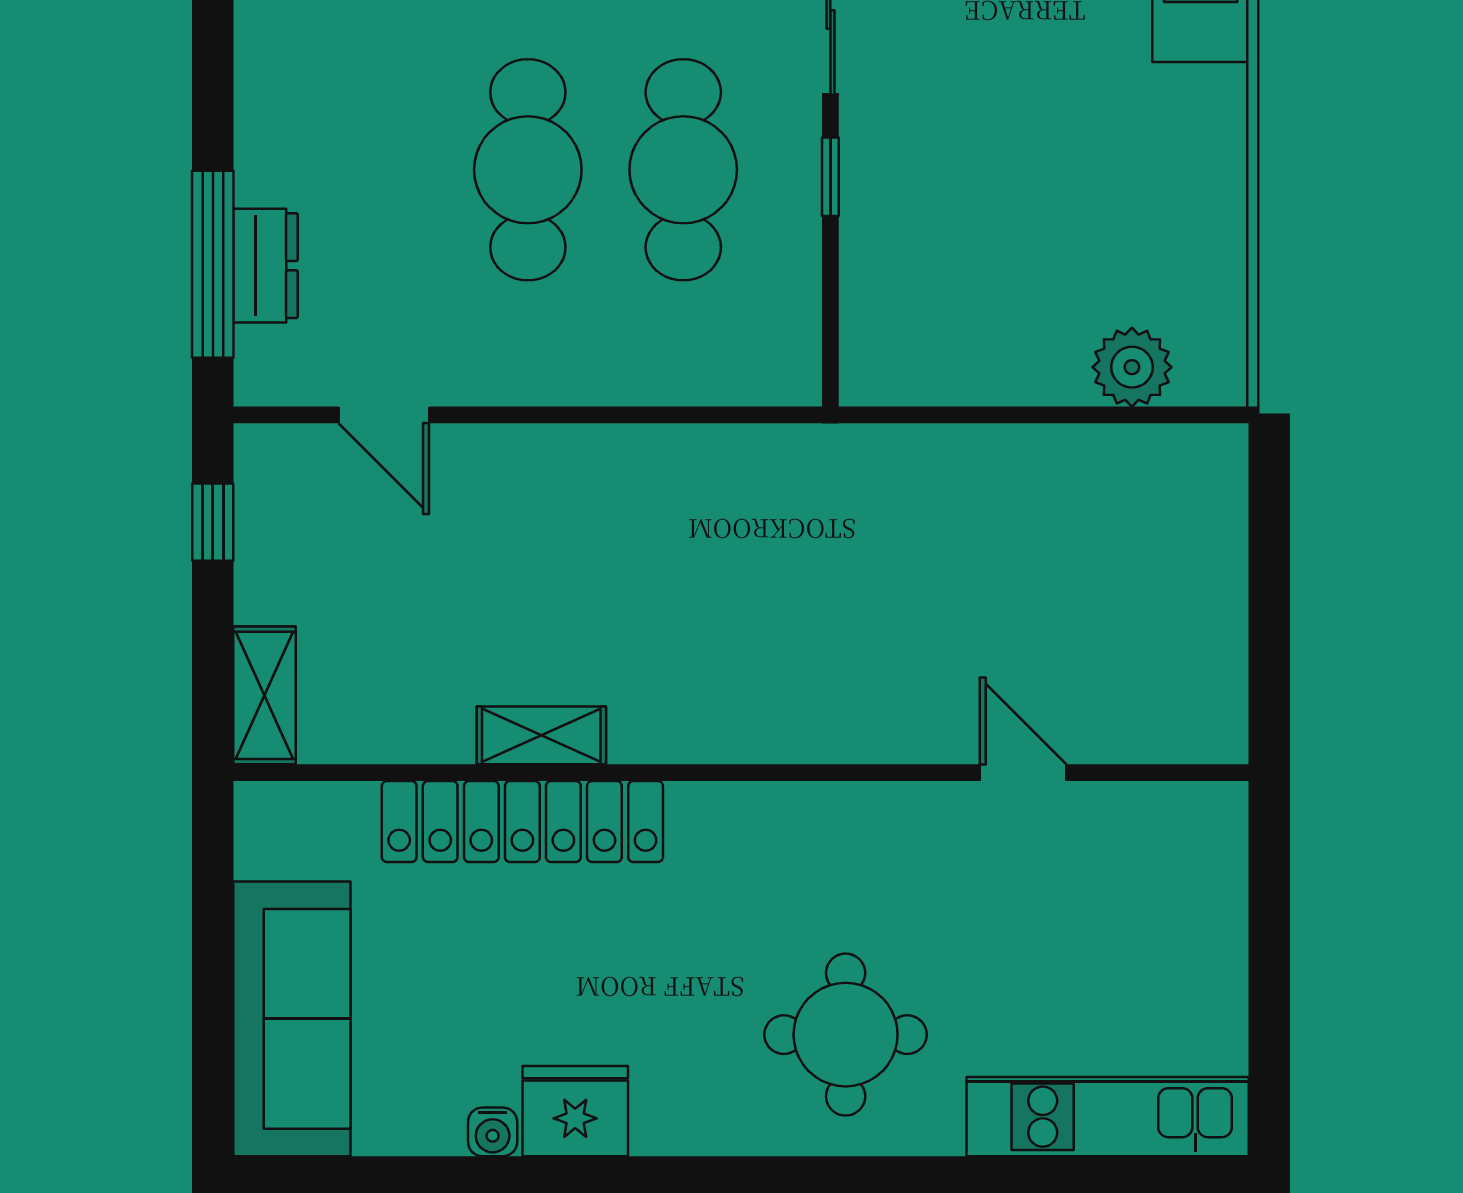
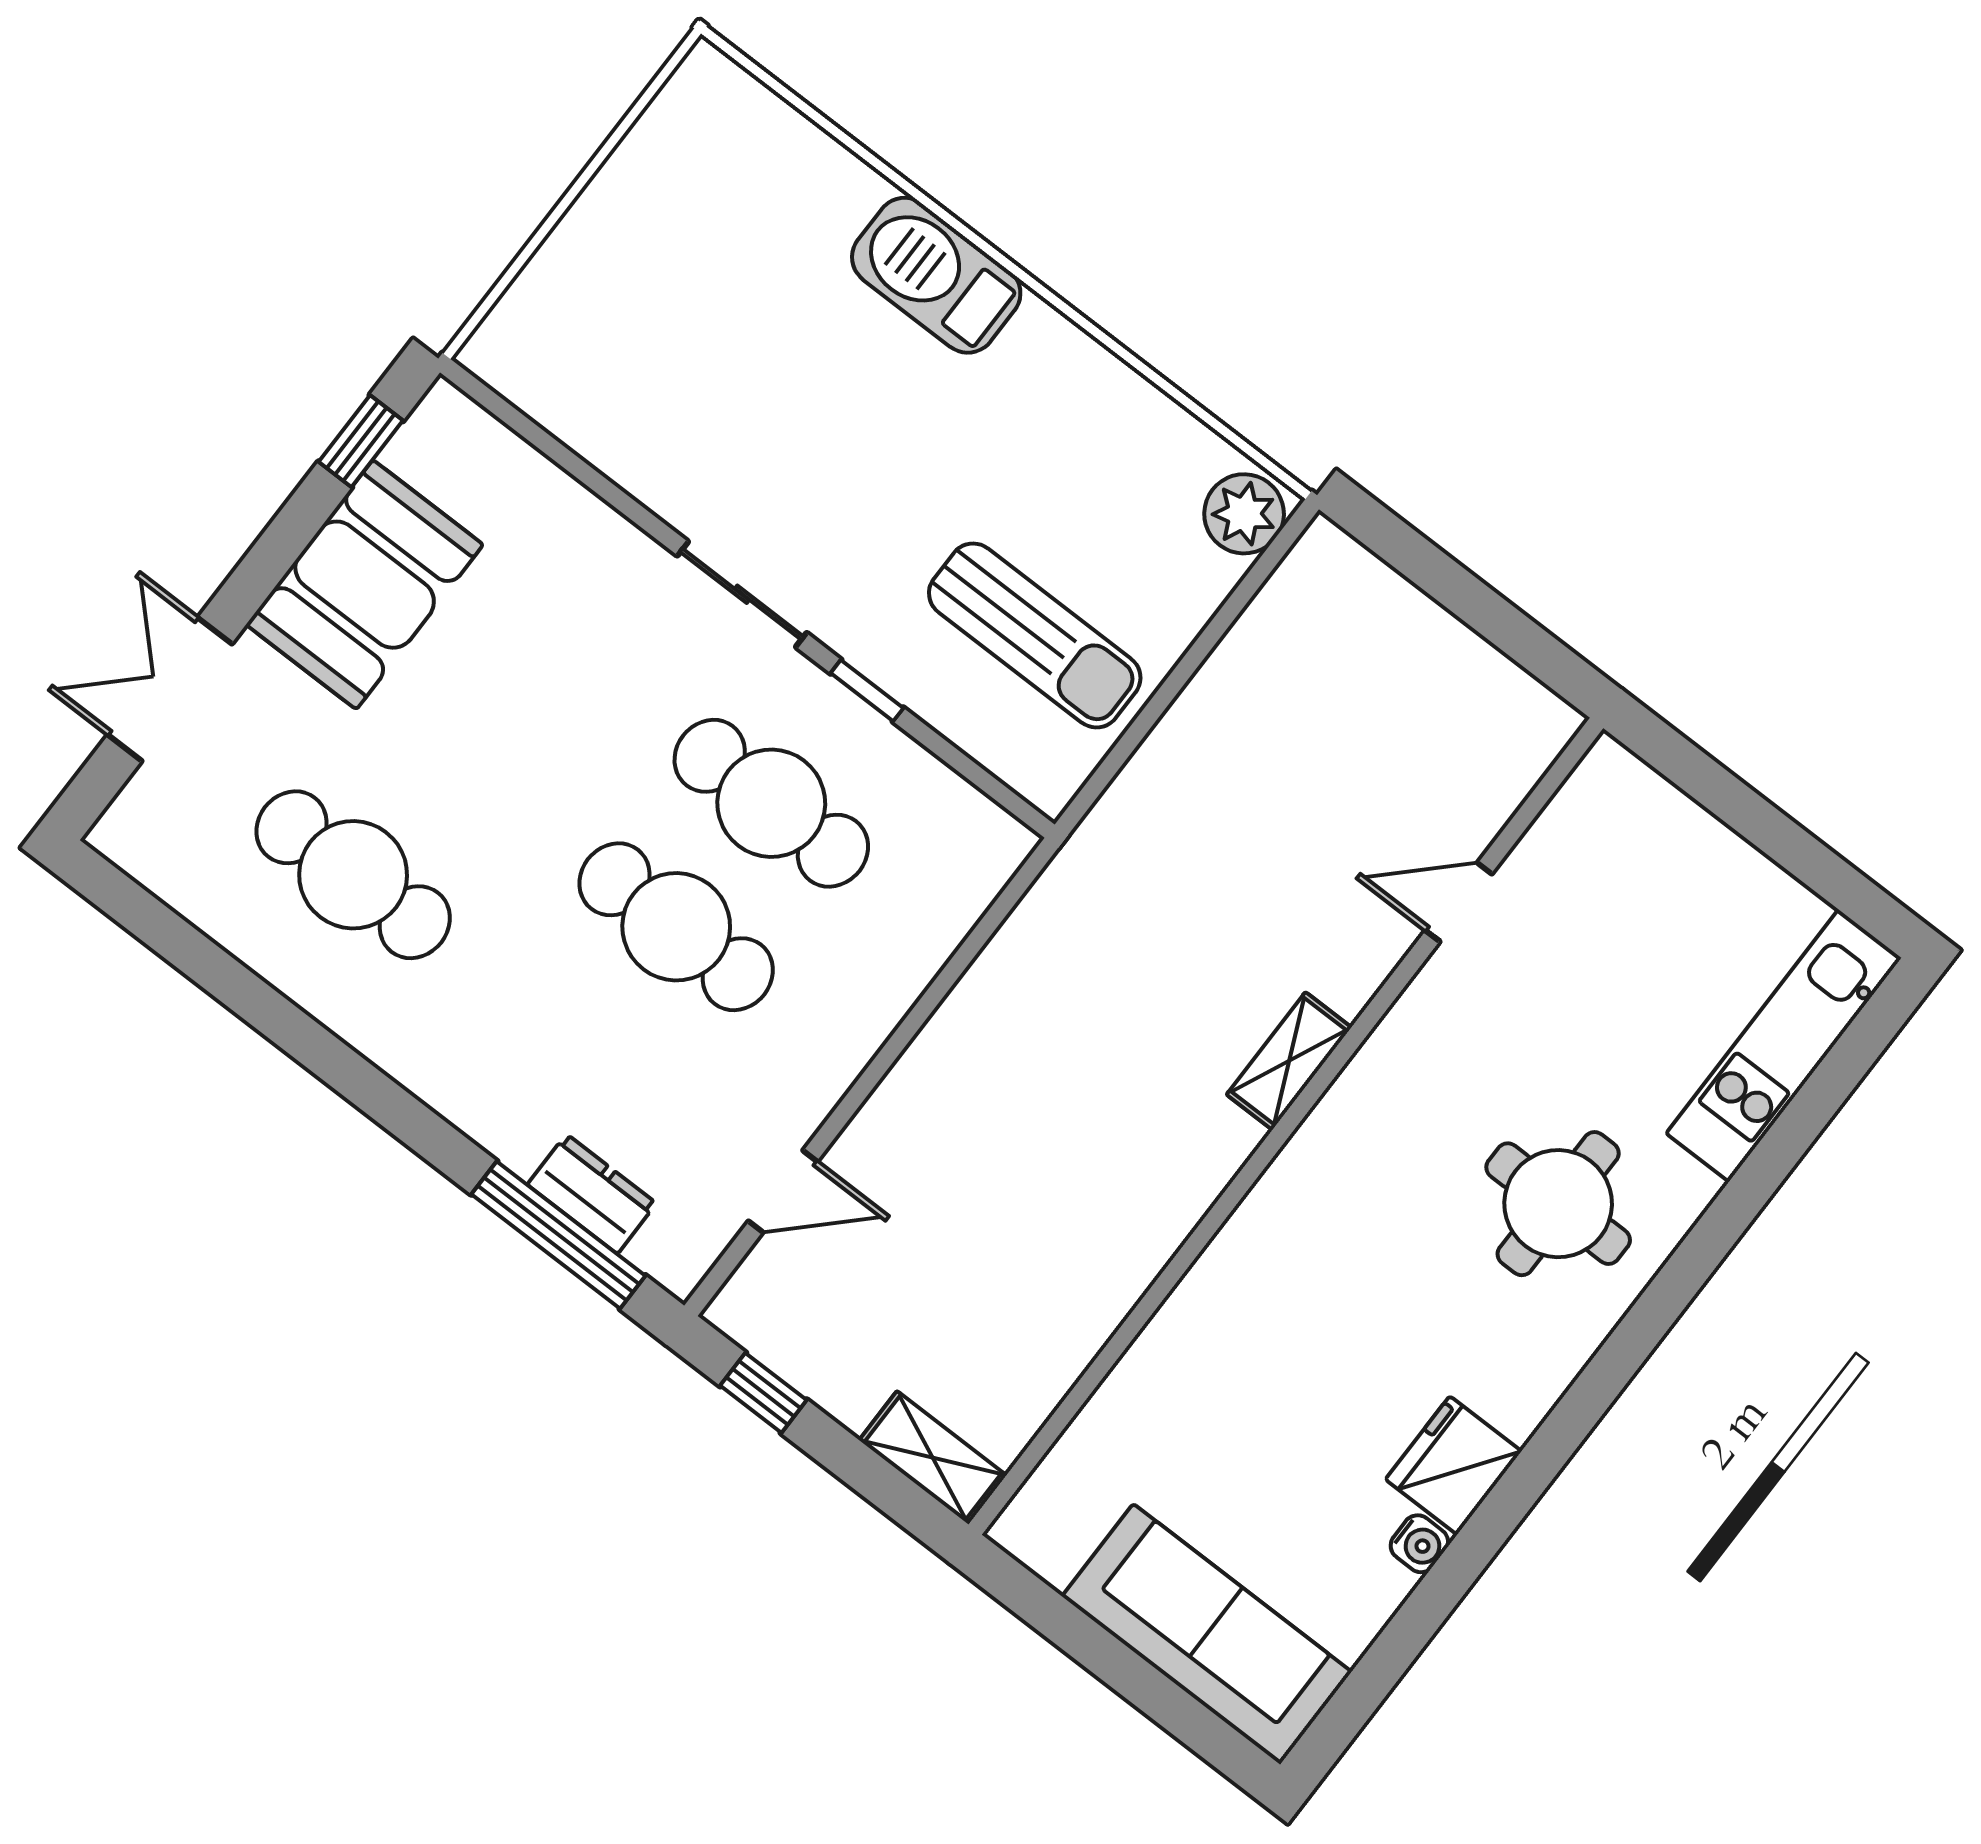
sun lounger: (976, 276) -> (1035, 635), added
plant: (1132, 367) -> (1244, 514), moved
shelving: (541, 735) -> (1289, 1061), moved
locker: (522, 822) -> (1191, 1330), removed

